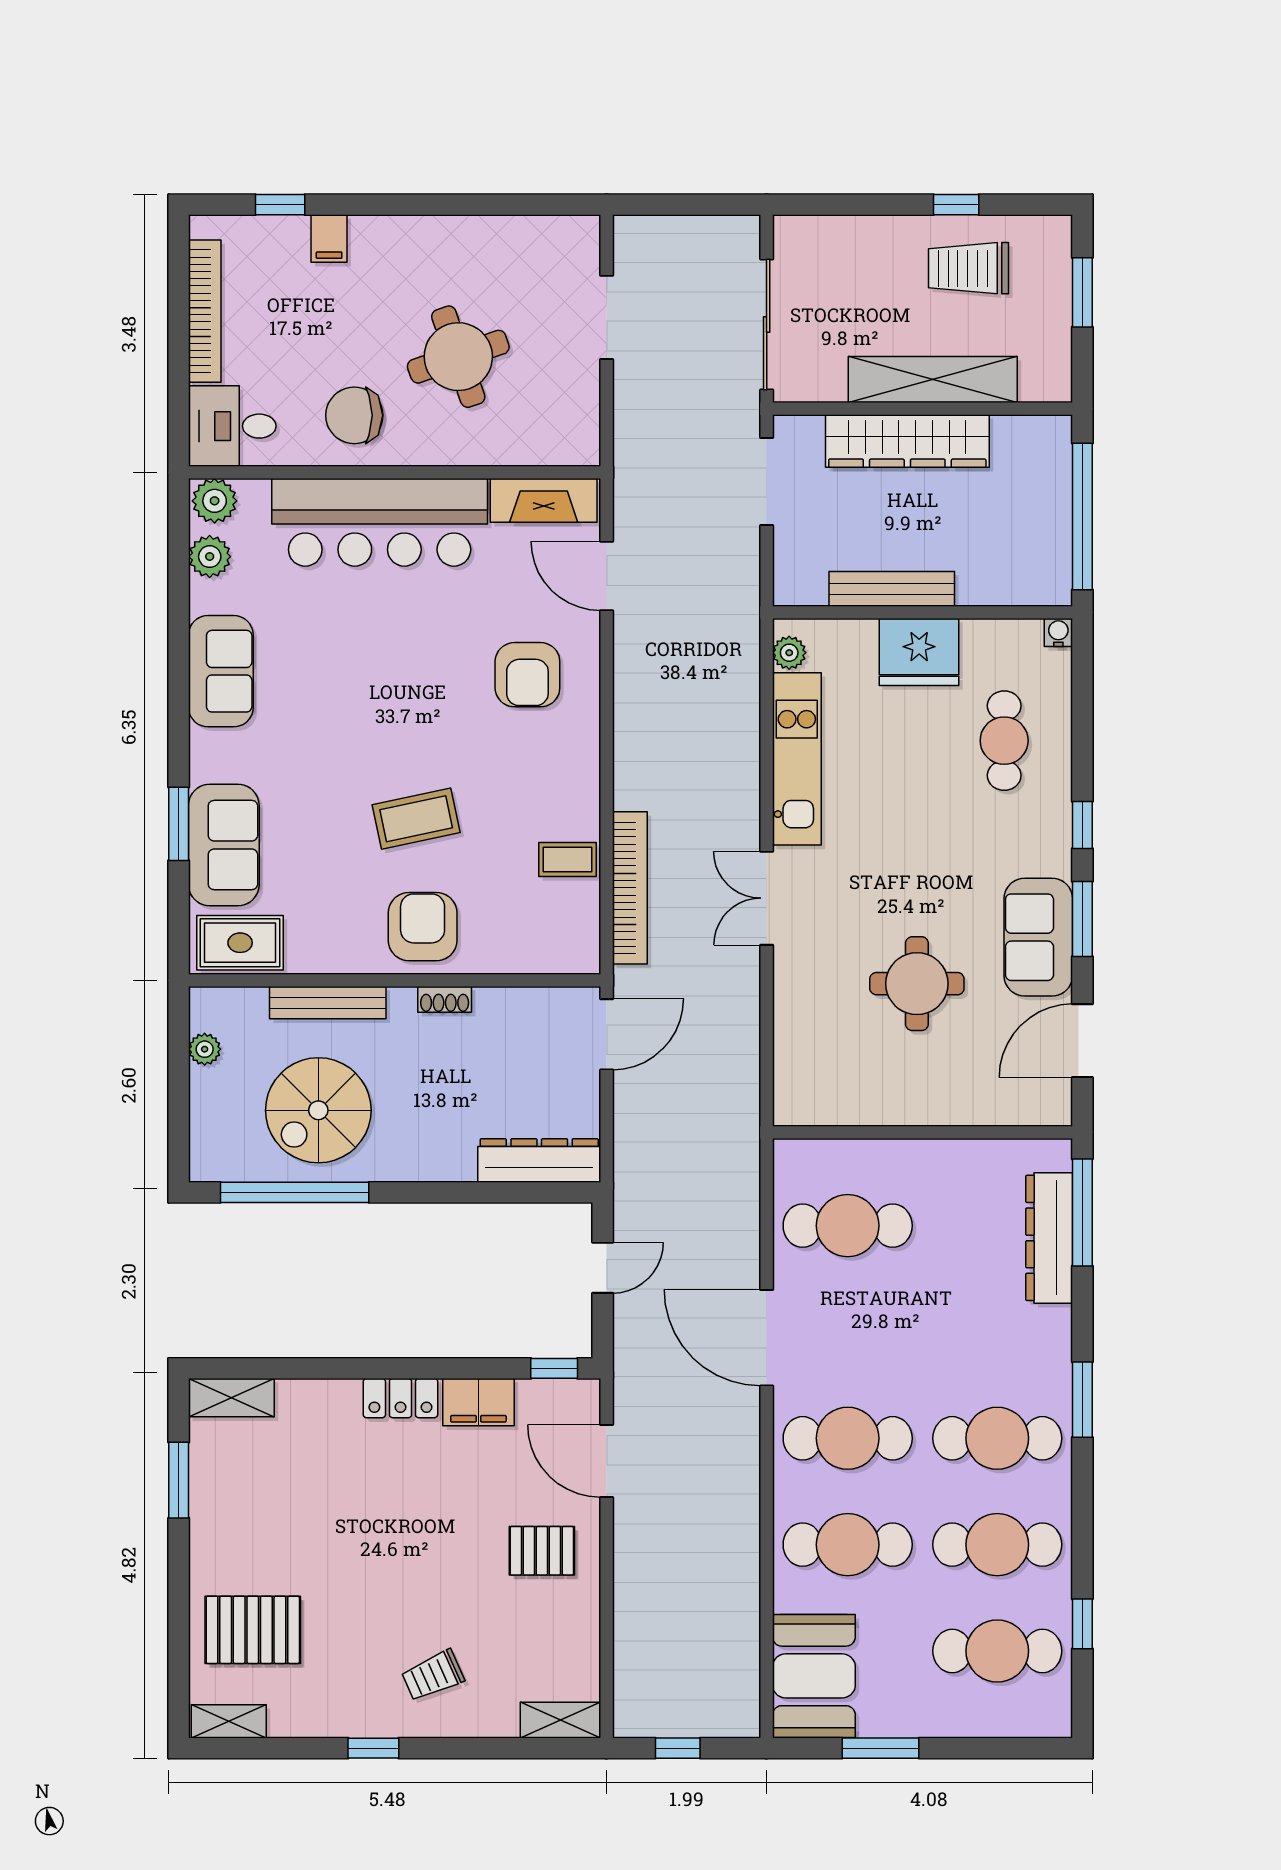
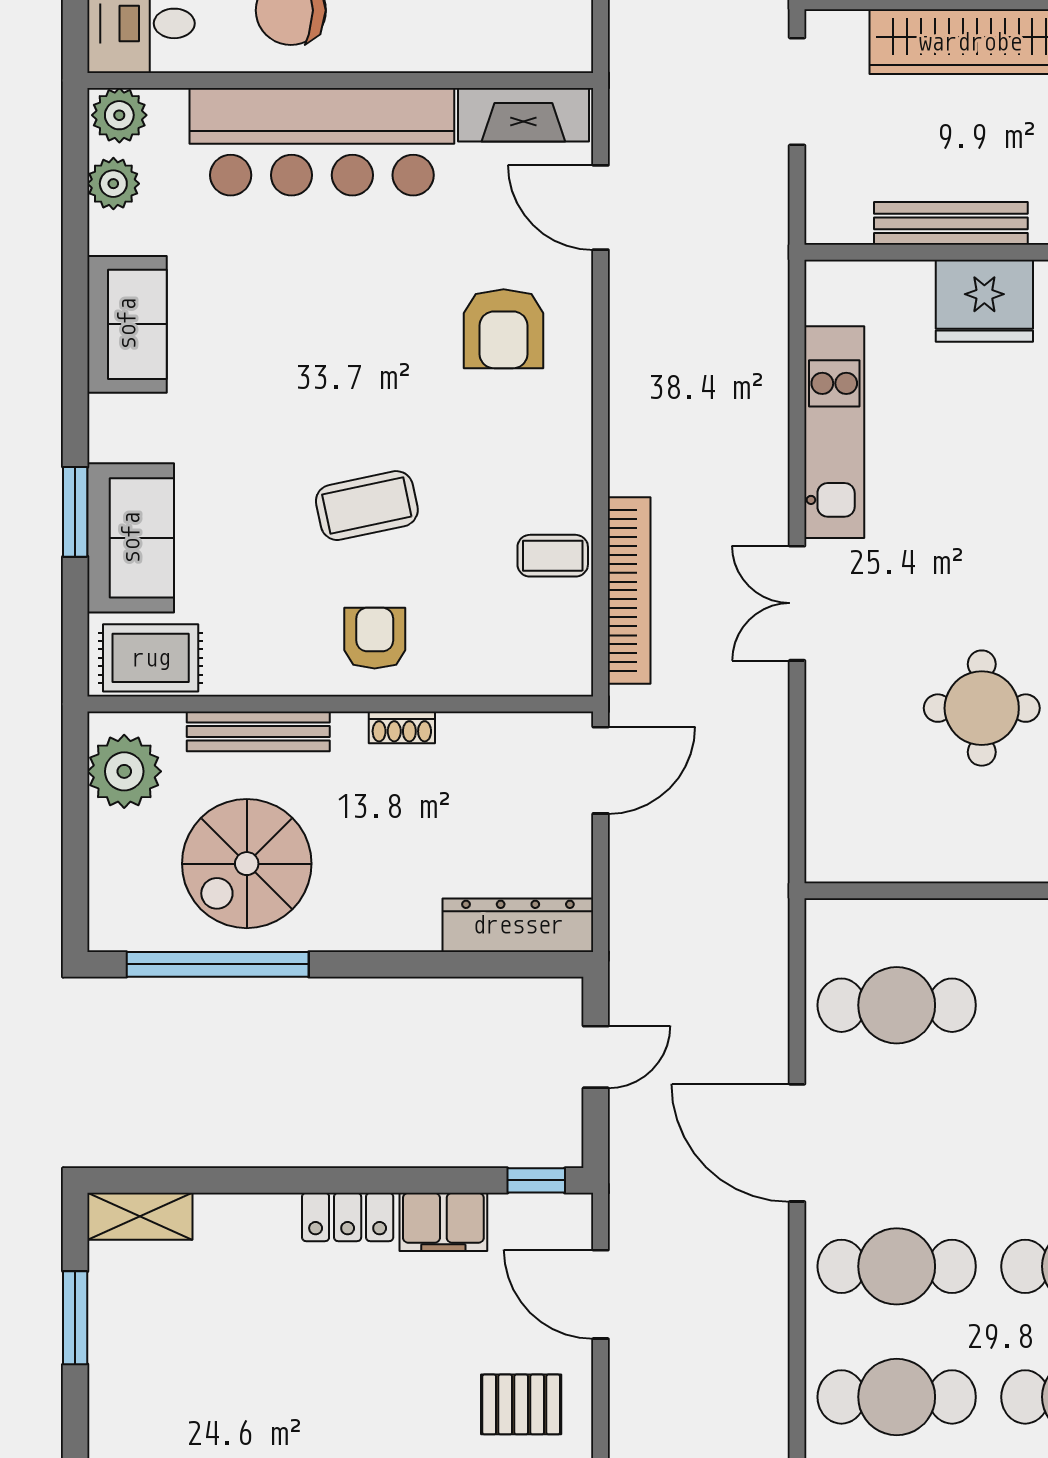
plant: (789, 653) -> (825, 302), removed
armchair: (423, 927) -> (375, 638), width x0.72, depth x0.72
plant: (205, 1049) -> (124, 771), width x1.88, depth x1.88

